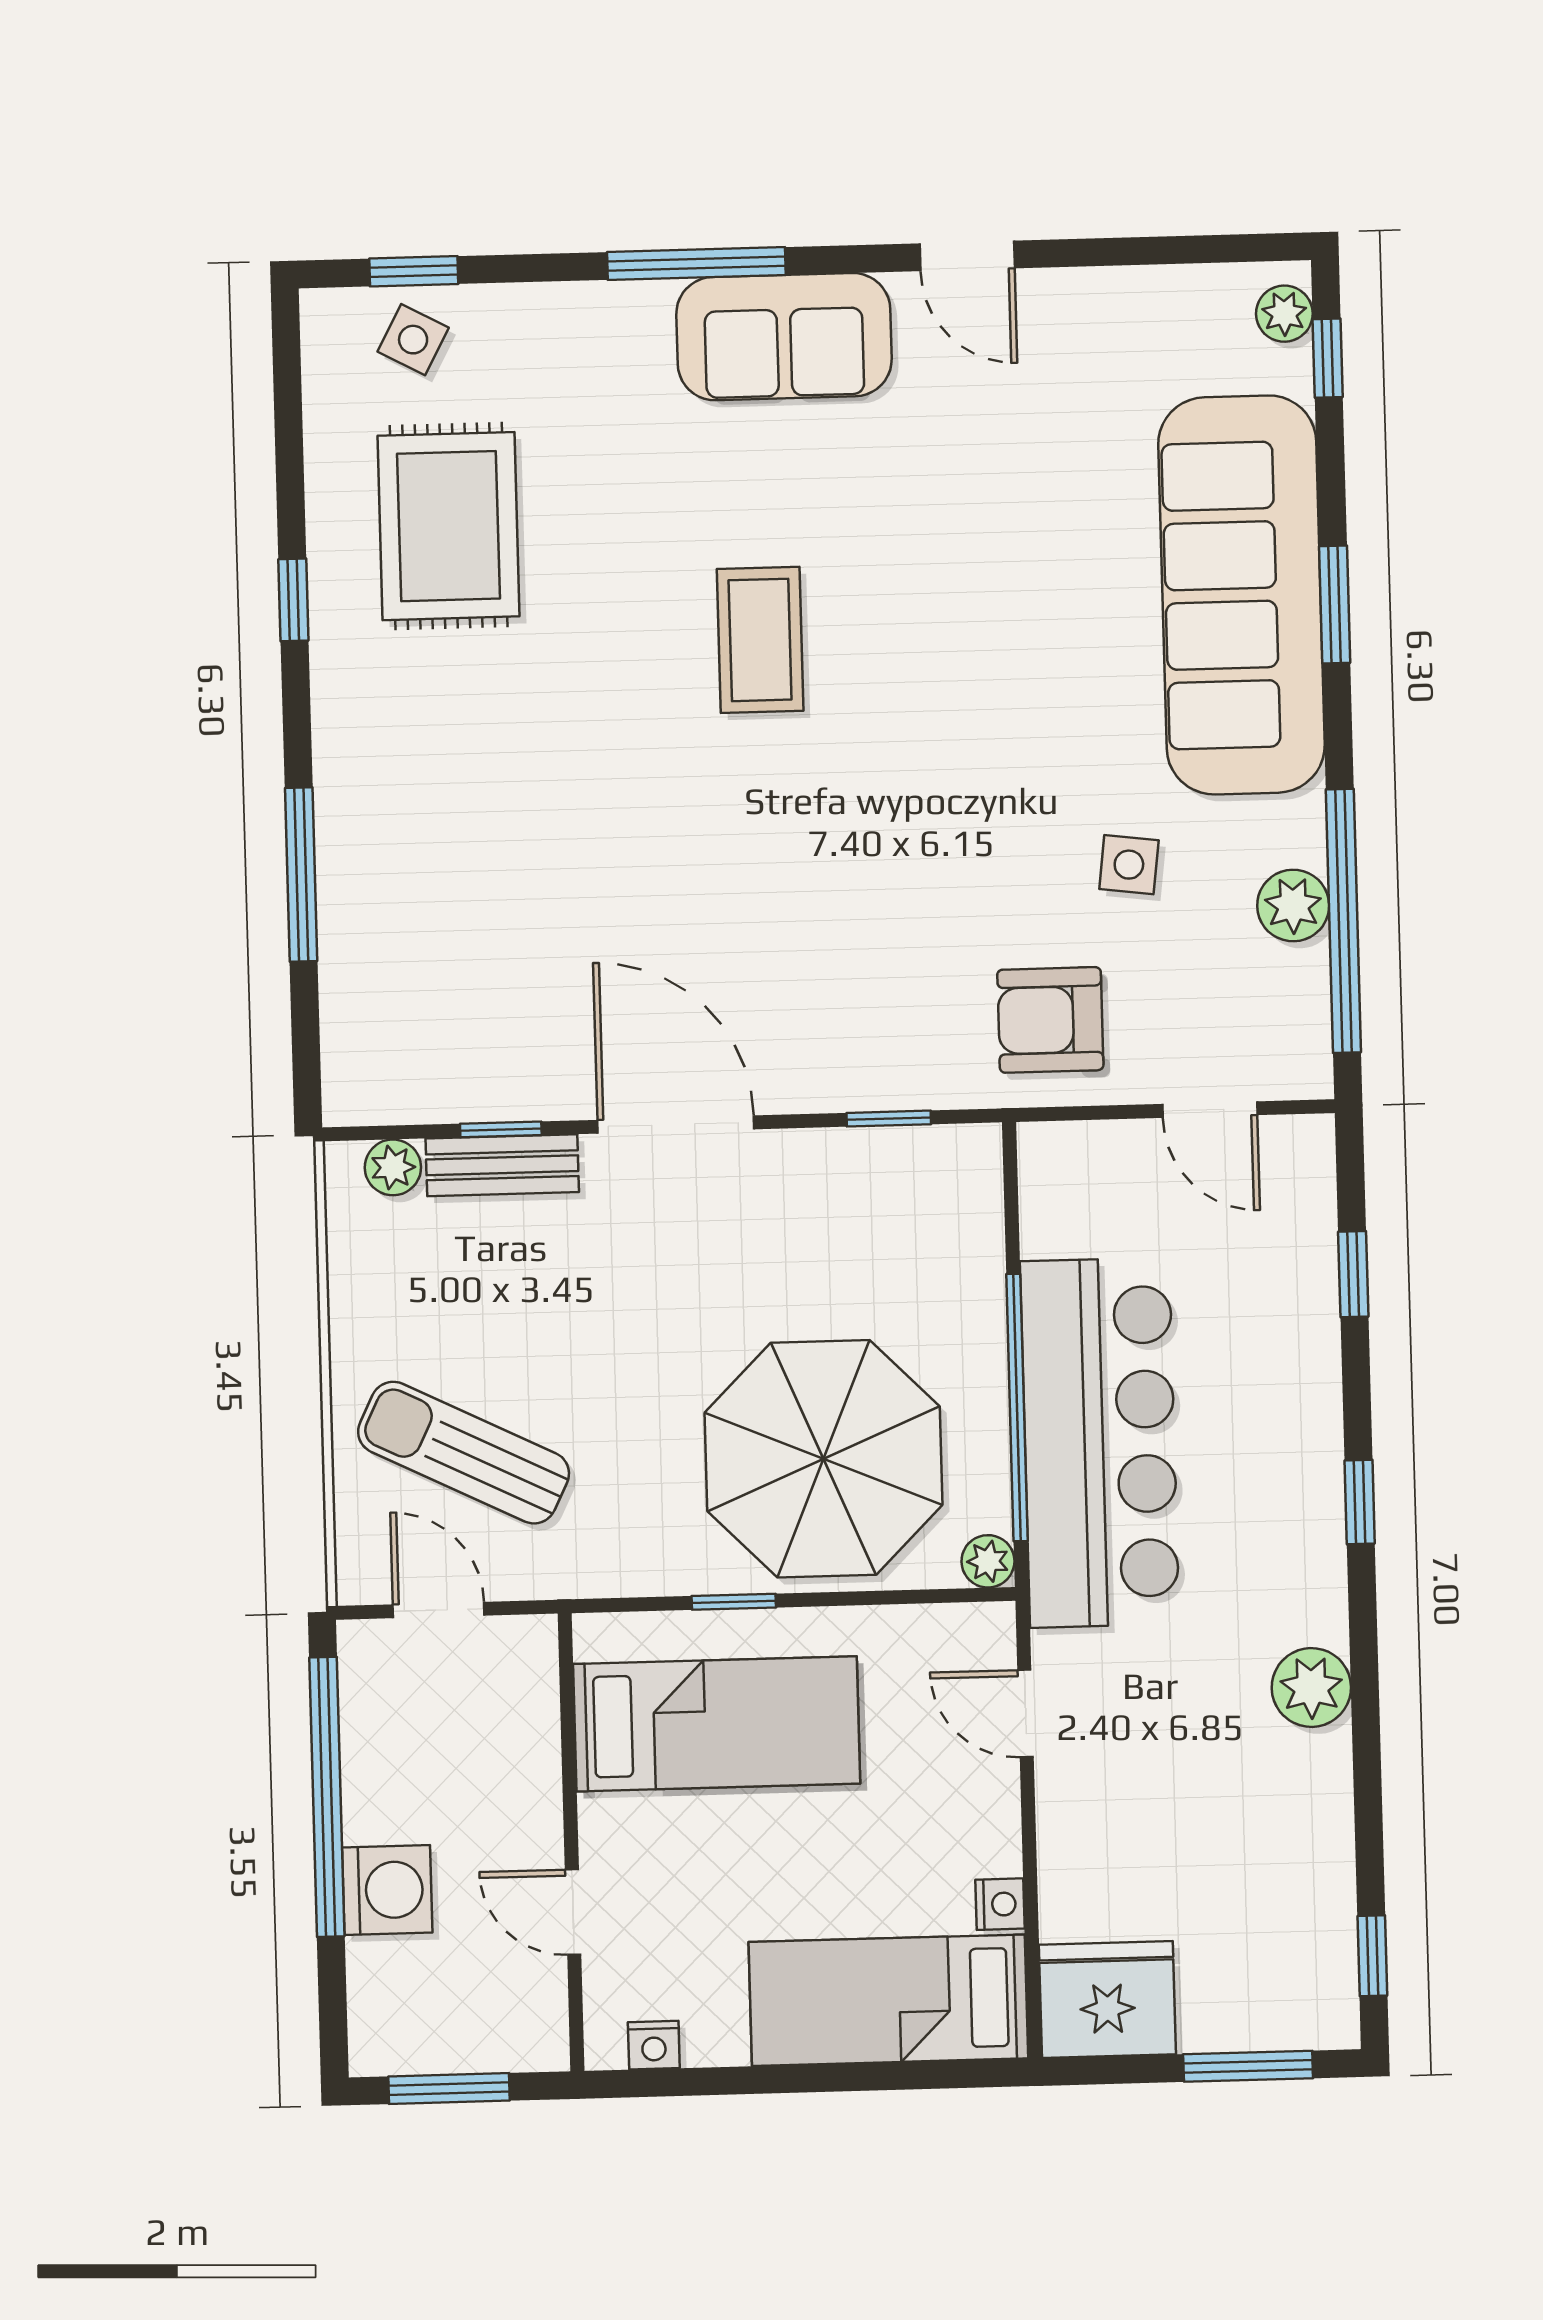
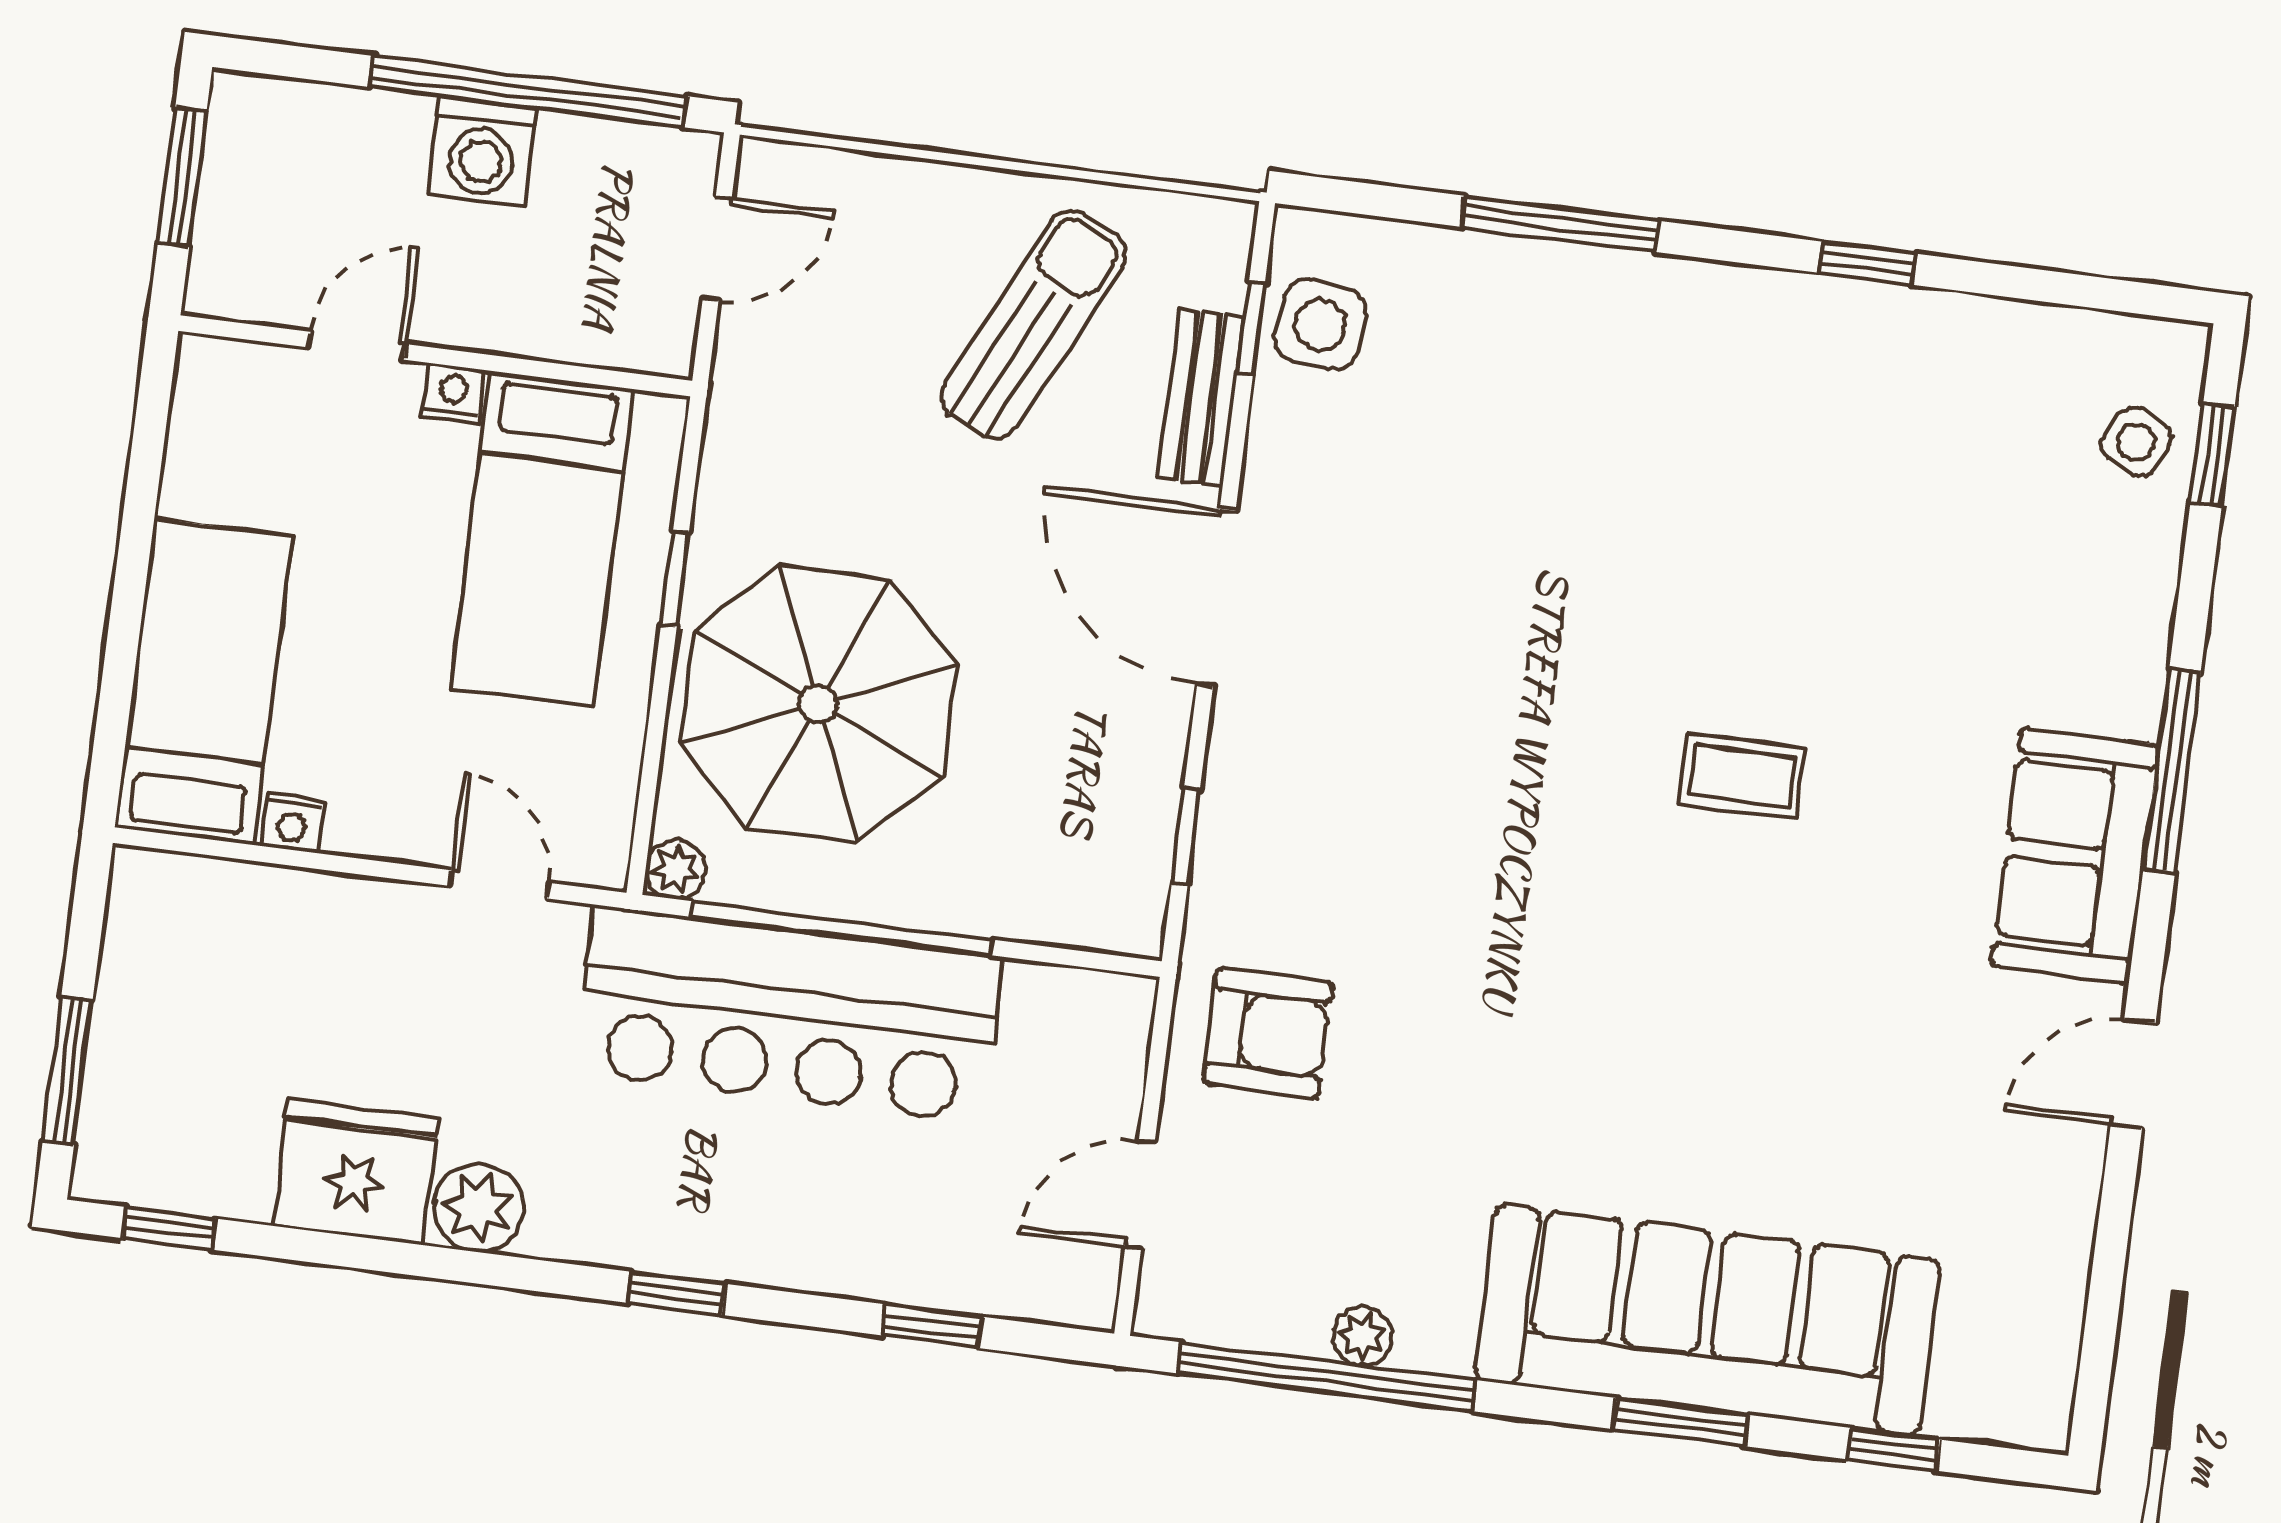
plant: (1284, 314) -> (2014, 1417), removed
window: (1328, 358) -> (1894, 1449), moved
rug: (449, 526) -> (1923, 449), removed
coffee table: (760, 640) -> (1742, 776), width x0.73, depth x0.77
side table: (1129, 865) -> (1320, 325), moved, width x1.37, depth x1.37
plant: (1293, 905) -> (1362, 1336), width x0.73, depth x0.73
armchair: (1050, 1020) -> (1268, 1033), turned 90
door: (676, 1125) -> (1216, 598), swing flipped
window: (501, 1129) -> (1251, 328), moved
plant: (393, 1167) -> (1218, 275), removed
sun lounger: (464, 1453) -> (1033, 325), moved
door: (1025, 1713) -> (499, 884), hinge flipped
washing machine: (387, 1890) -> (482, 151), moved
fridge: (1107, 2000) -> (356, 1172), moved, turned -90
nightstand: (654, 2045) -> (453, 393), moved, turned 90

